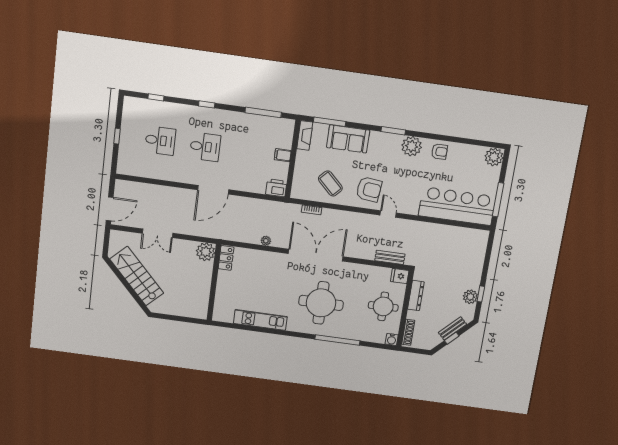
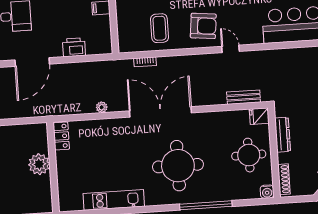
coffee table: (330, 183) -> (160, 28), turned 46
printer: (276, 188) -> (74, 47), moved
plant: (206, 252) -> (39, 164), moved

